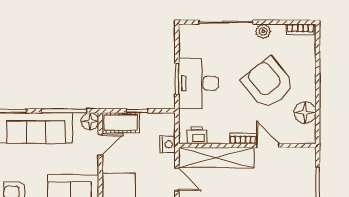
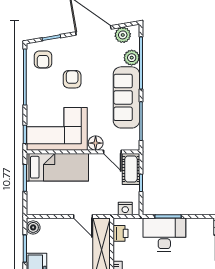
floor lamp: (90, 121) -> (96, 143), moved
nightstand: (168, 144) -> (125, 209), moved
door: (177, 179) -> (83, 216), hinge flipped

